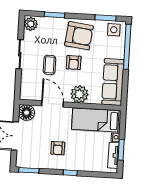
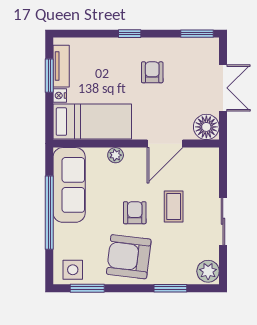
window: (127, 47) -> (49, 213), moved
plant: (79, 94) -> (116, 155), width x0.53, depth x0.53
door: (52, 104) -> (165, 144), hinge flipped

